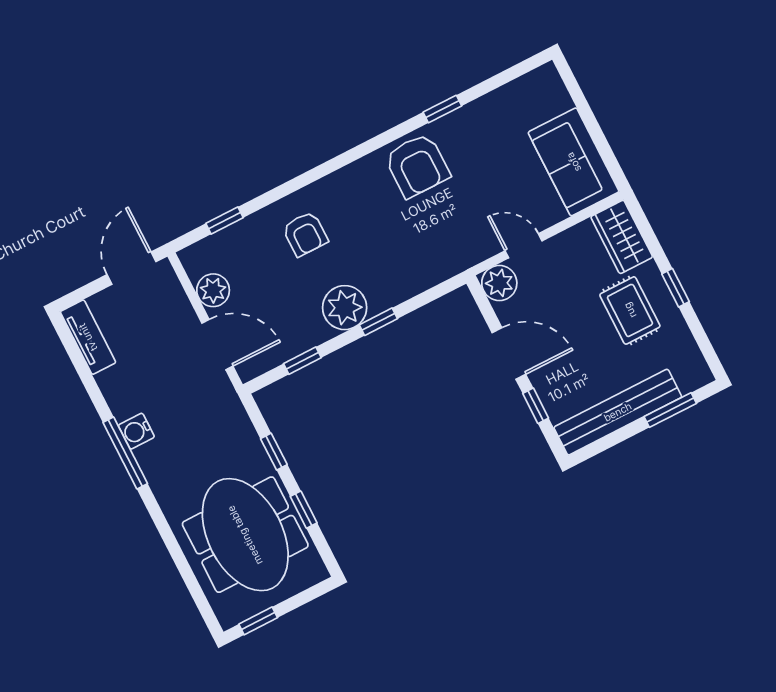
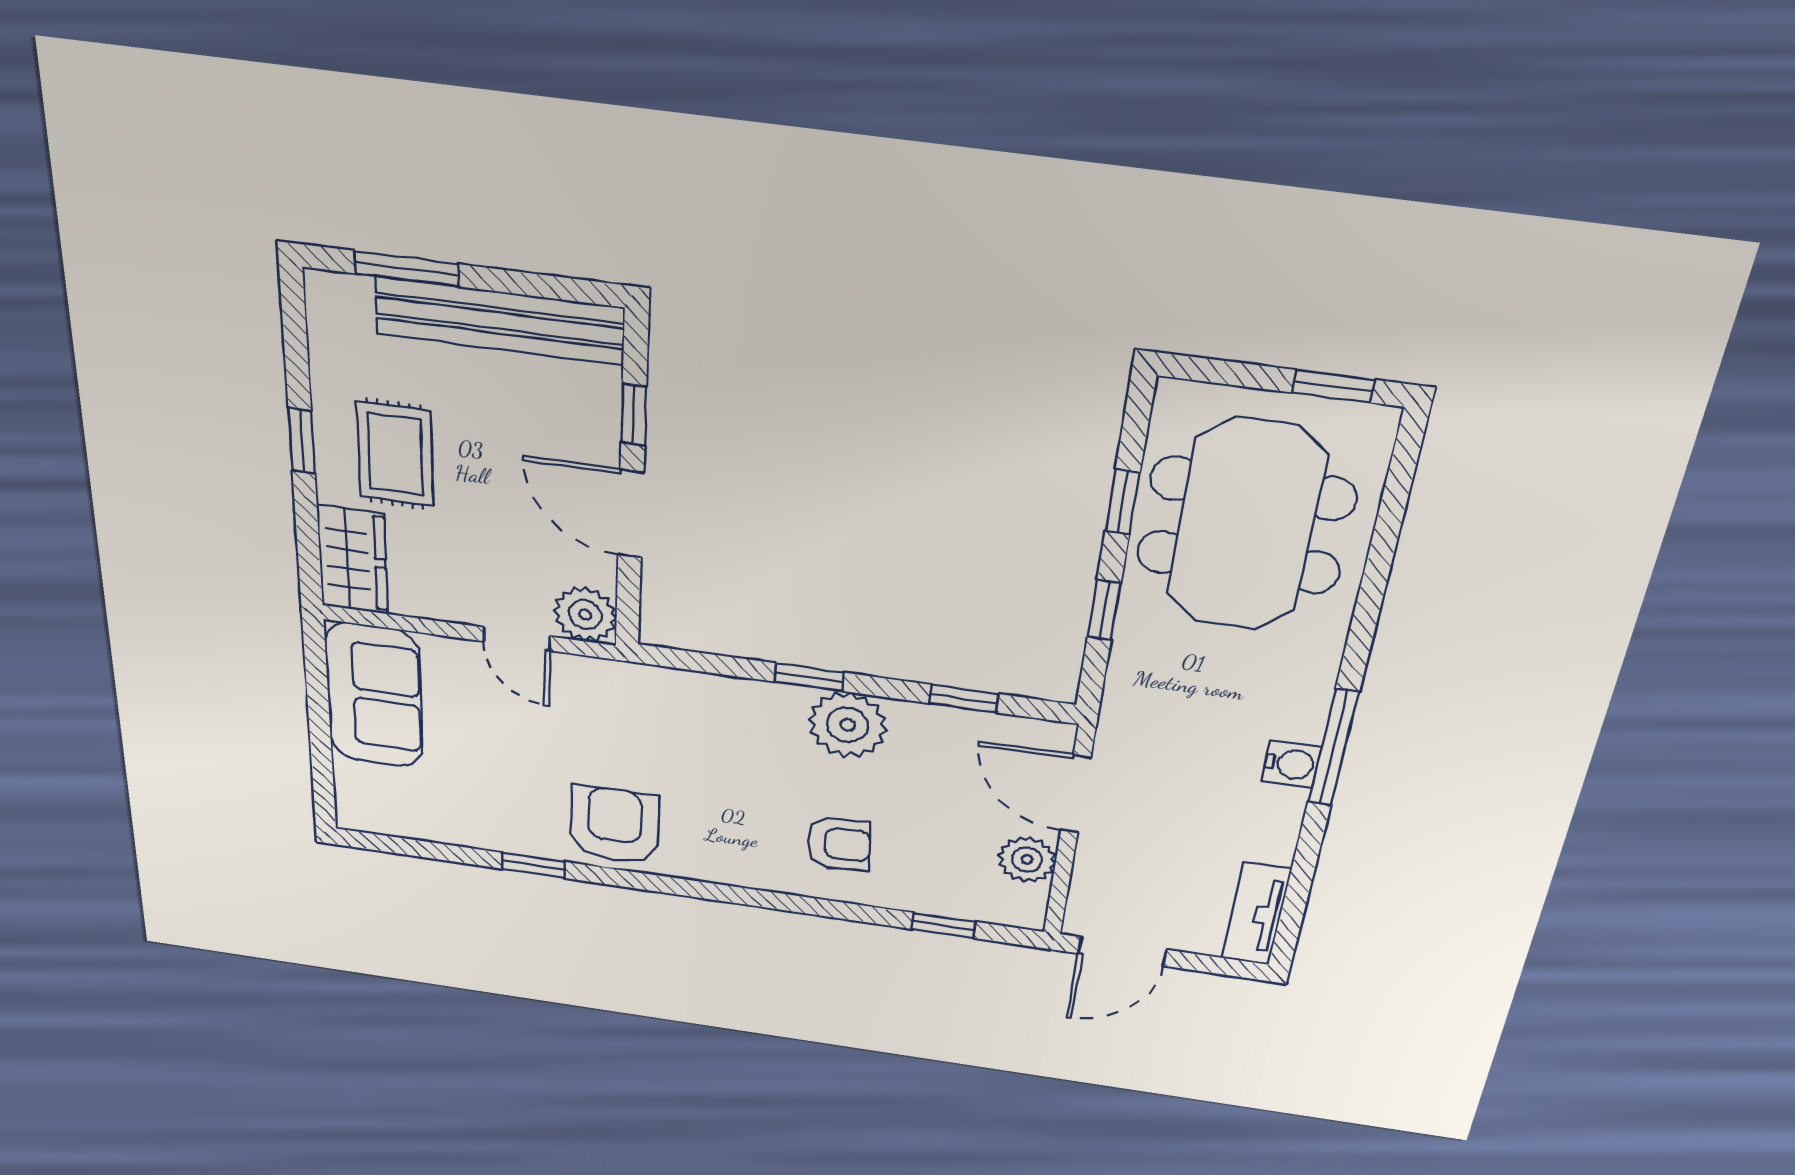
armchair: (305, 234) -> (839, 844), turned 86

